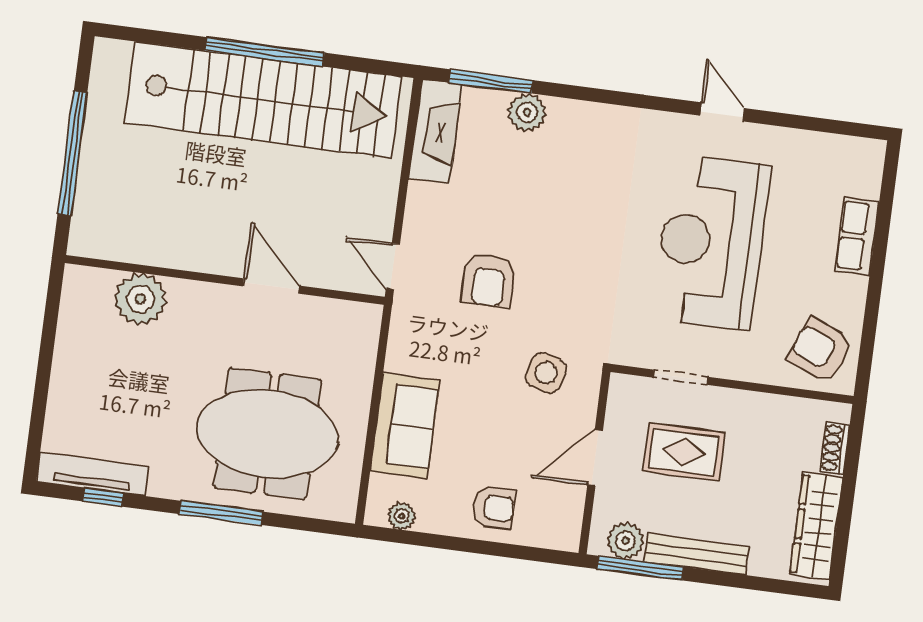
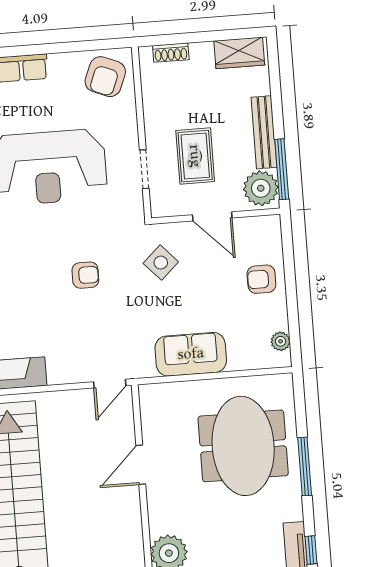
armchair: (489, 280) -> (85, 275), moved, width x0.72, depth x0.72
side table: (546, 373) -> (161, 263), turned 30
sofa: (405, 426) -> (191, 354), moved
armchair: (493, 508) -> (261, 279), turned -90
wardrobe: (816, 526) -> (239, 53), width x0.67
plant: (626, 541) -> (261, 188), width x1.36, depth x1.36

